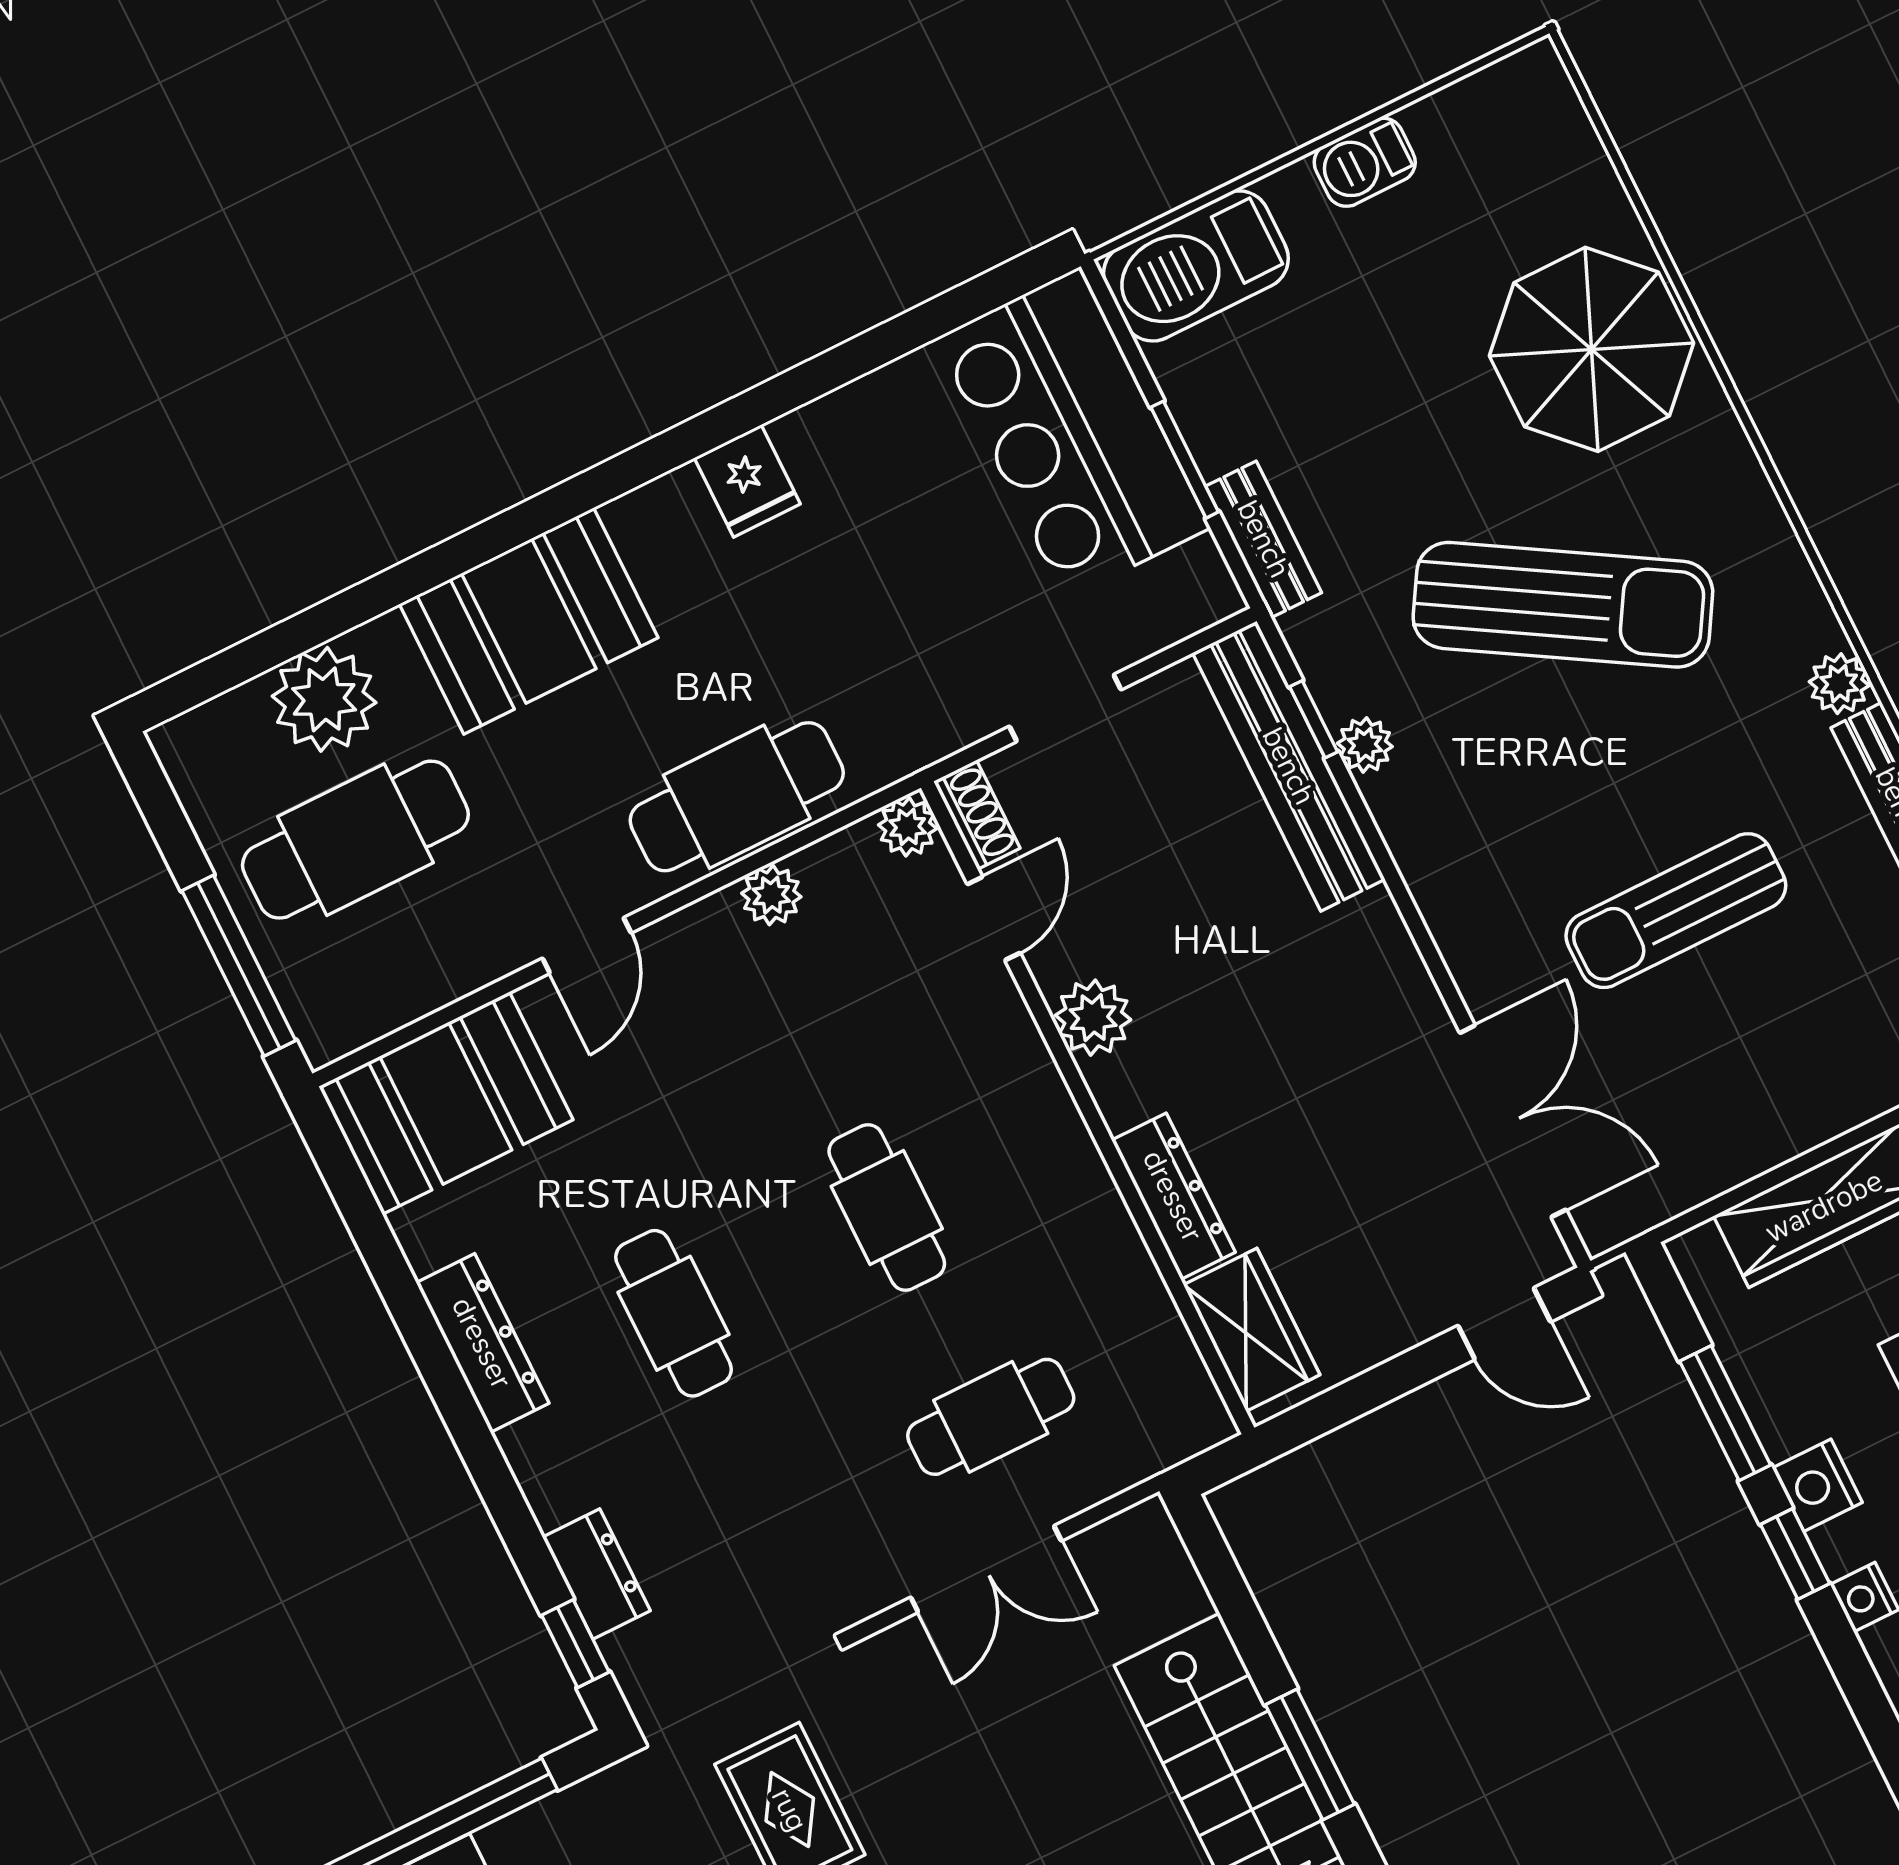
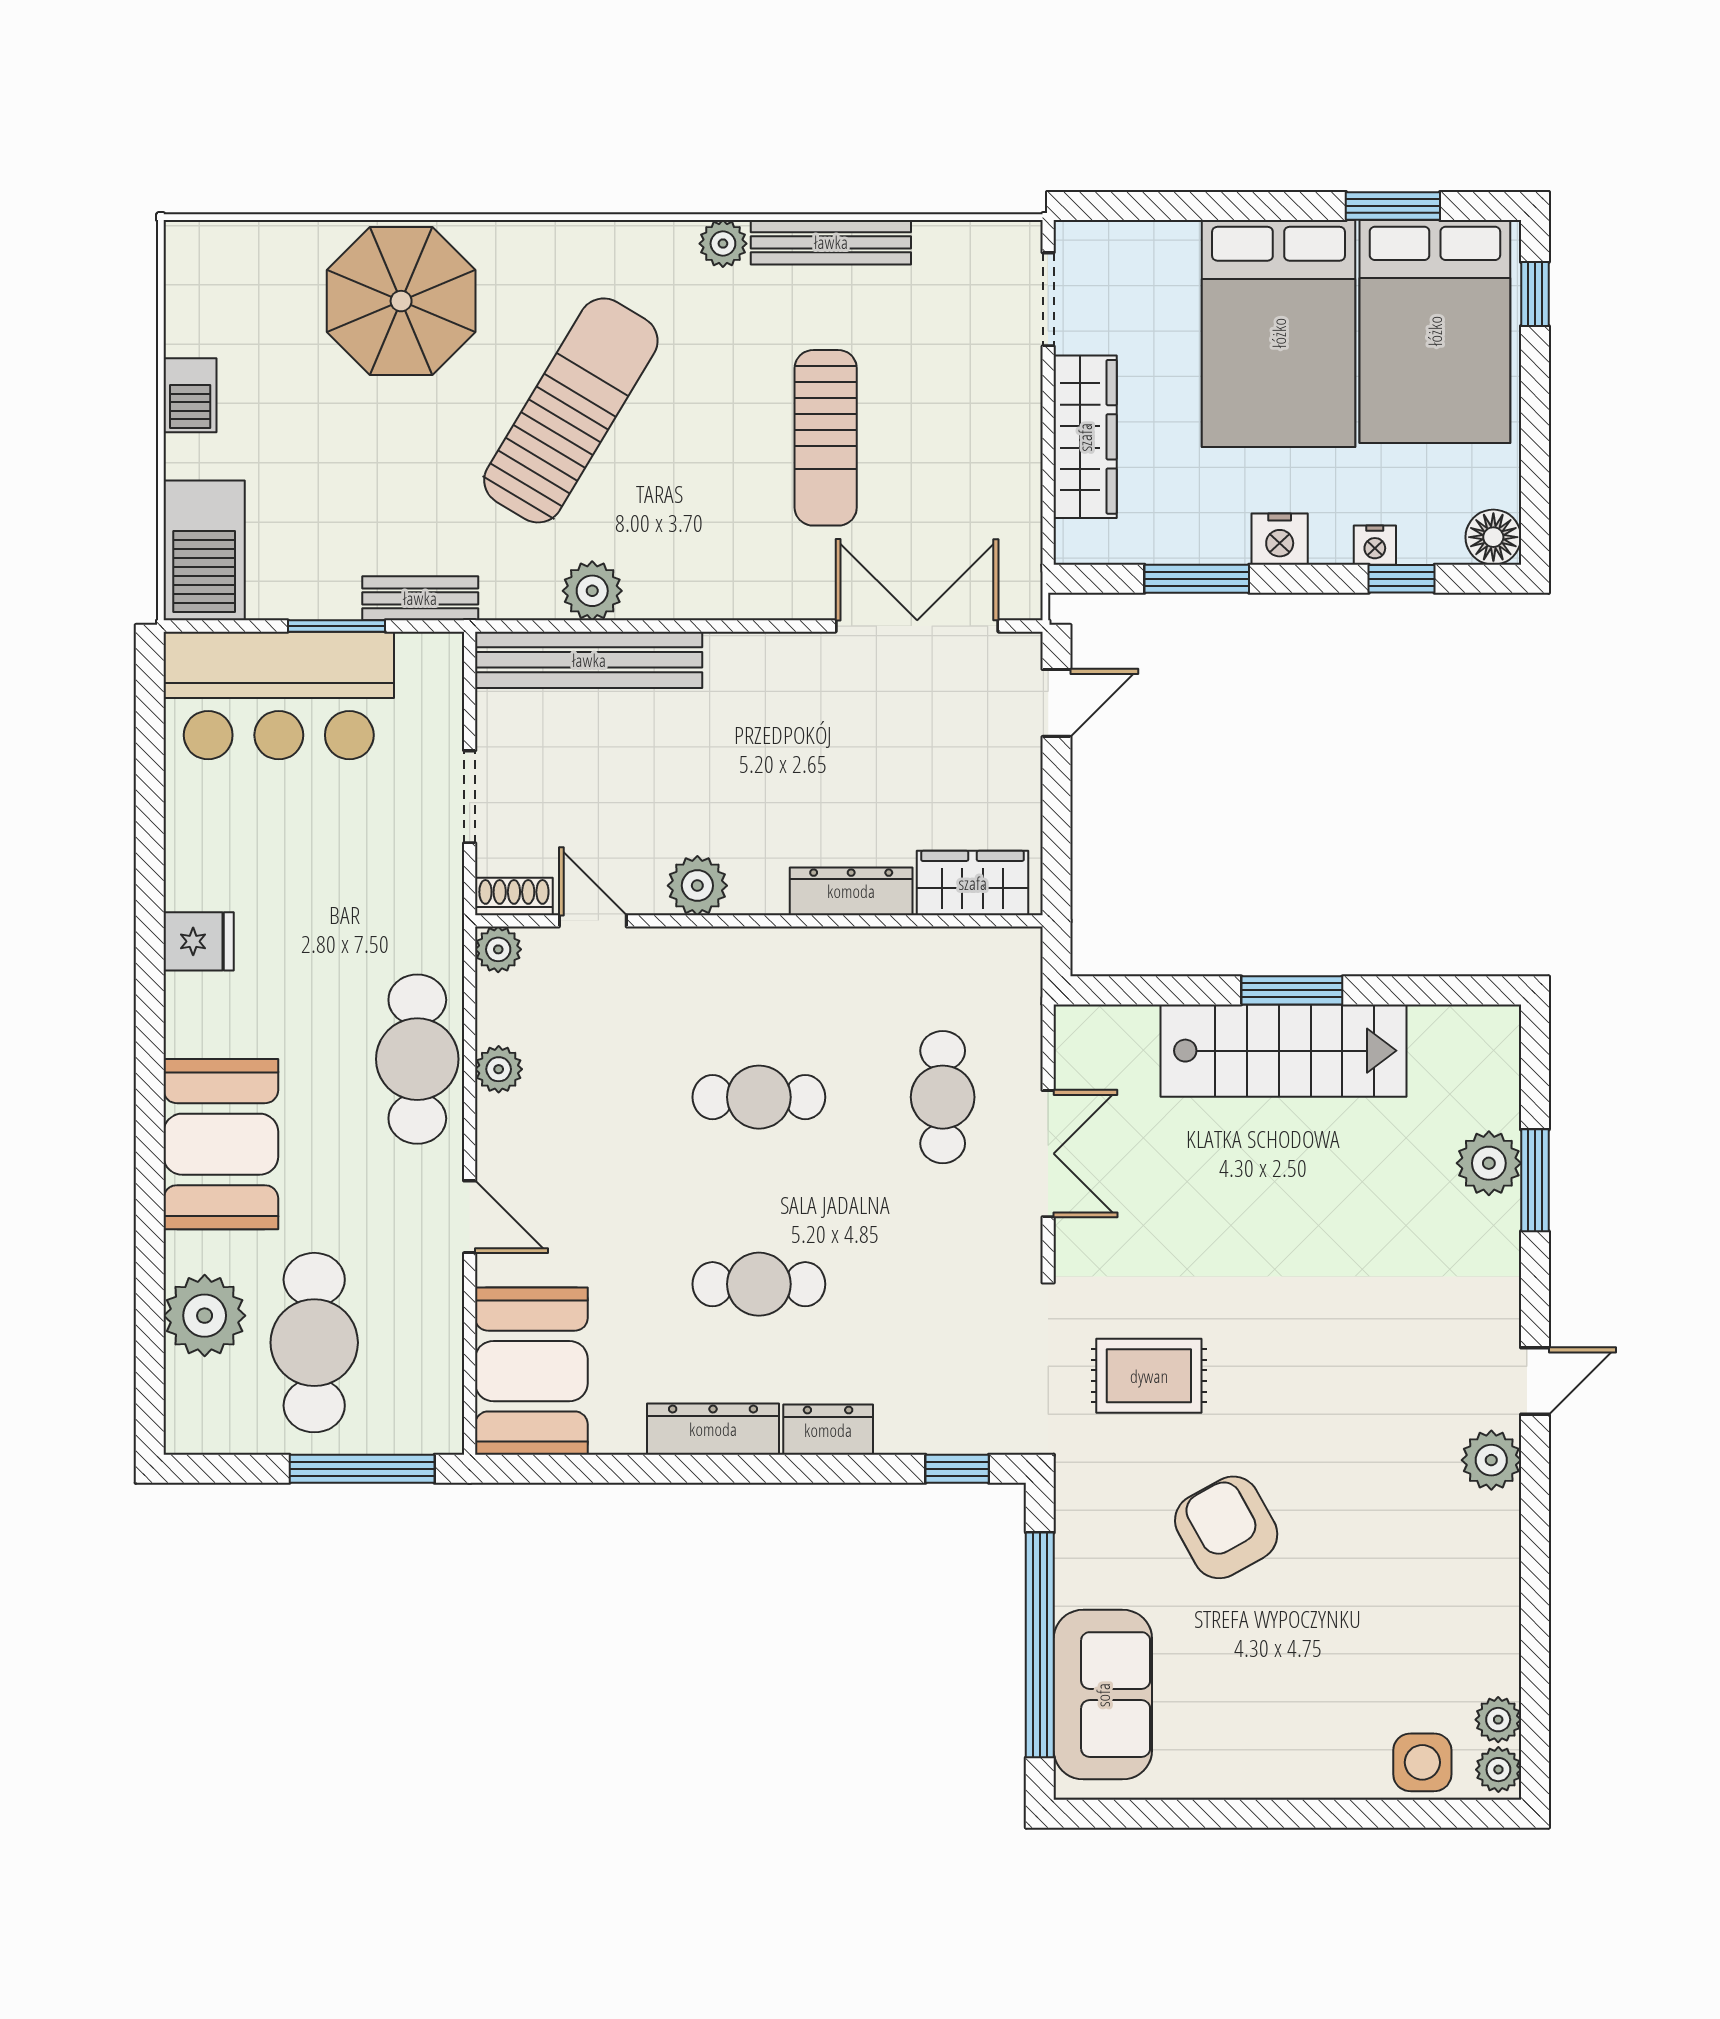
window: (1314, 719) -> (564, 626), removed
plant: (1365, 745) -> (592, 591), width x1.38, depth x1.38
window: (1795, 1554) -> (1402, 579), moved
dresser: (596, 1574) -> (828, 1430), moved

